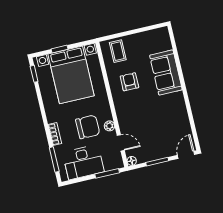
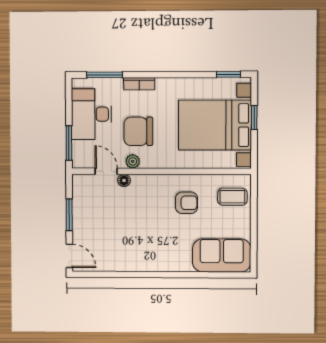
sofa: (166, 73) -> (222, 255), moved
chair: (88, 127) -> (138, 131), turned 90
door: (121, 143) -> (106, 171), swing flipped
floor lamp: (132, 161) -> (124, 180), moved

